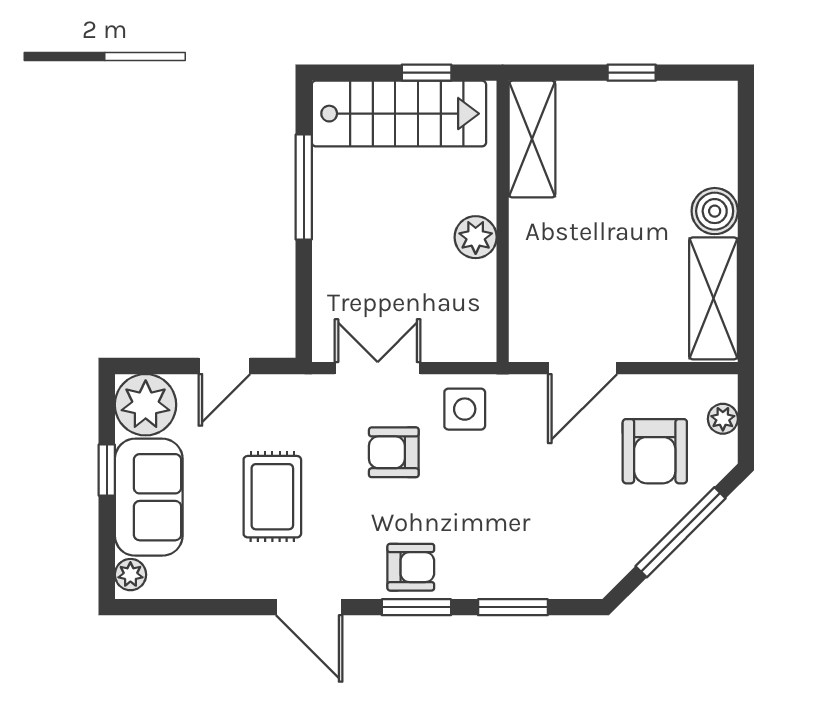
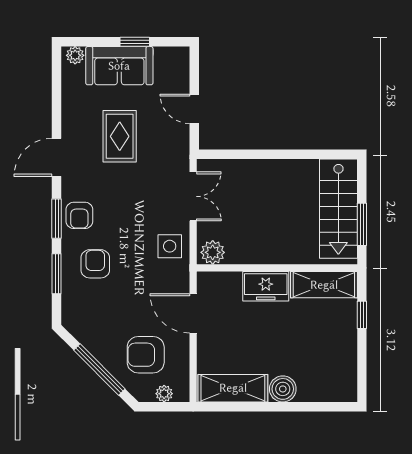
window: (427, 73) -> (362, 224), width x1.50
window: (632, 73) -> (362, 315), moved
window: (304, 187) -> (297, 154), removed
plant: (476, 237) -> (213, 252), moved
freezer: (535, 241) -> (266, 286), added
plant: (146, 405) -> (172, 64), removed
armchair: (394, 452) -> (95, 264), moved
rug: (272, 497) -> (120, 136), turned 90

